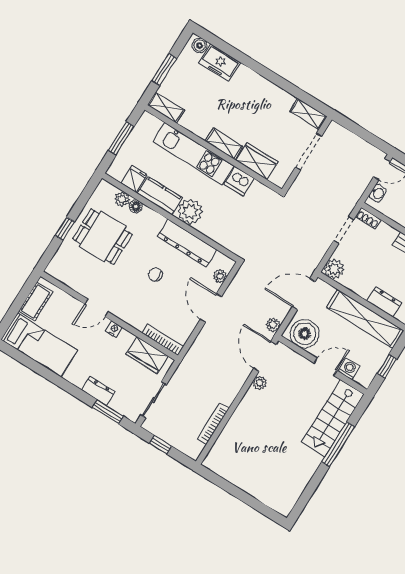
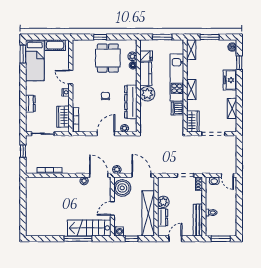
window: (229, 50) -> (239, 63), added
freezer: (220, 63) -> (230, 80), moved
shelving: (308, 114) -> (232, 108), moved
wardrobe: (257, 161) -> (193, 122), moved
plant: (334, 269) -> (163, 202), moved
door: (265, 356) -> (99, 175), hinge flipped
door: (325, 367) -> (112, 208), swing flipped
washing machine: (349, 369) -> (119, 231), moved
window: (108, 412) -> (23, 54), moved

